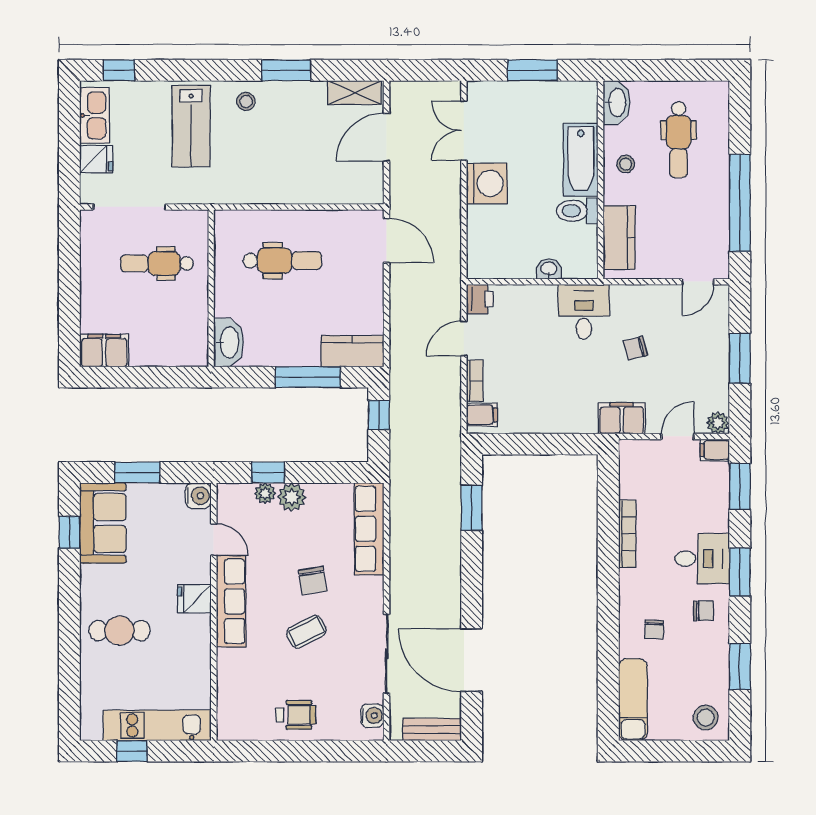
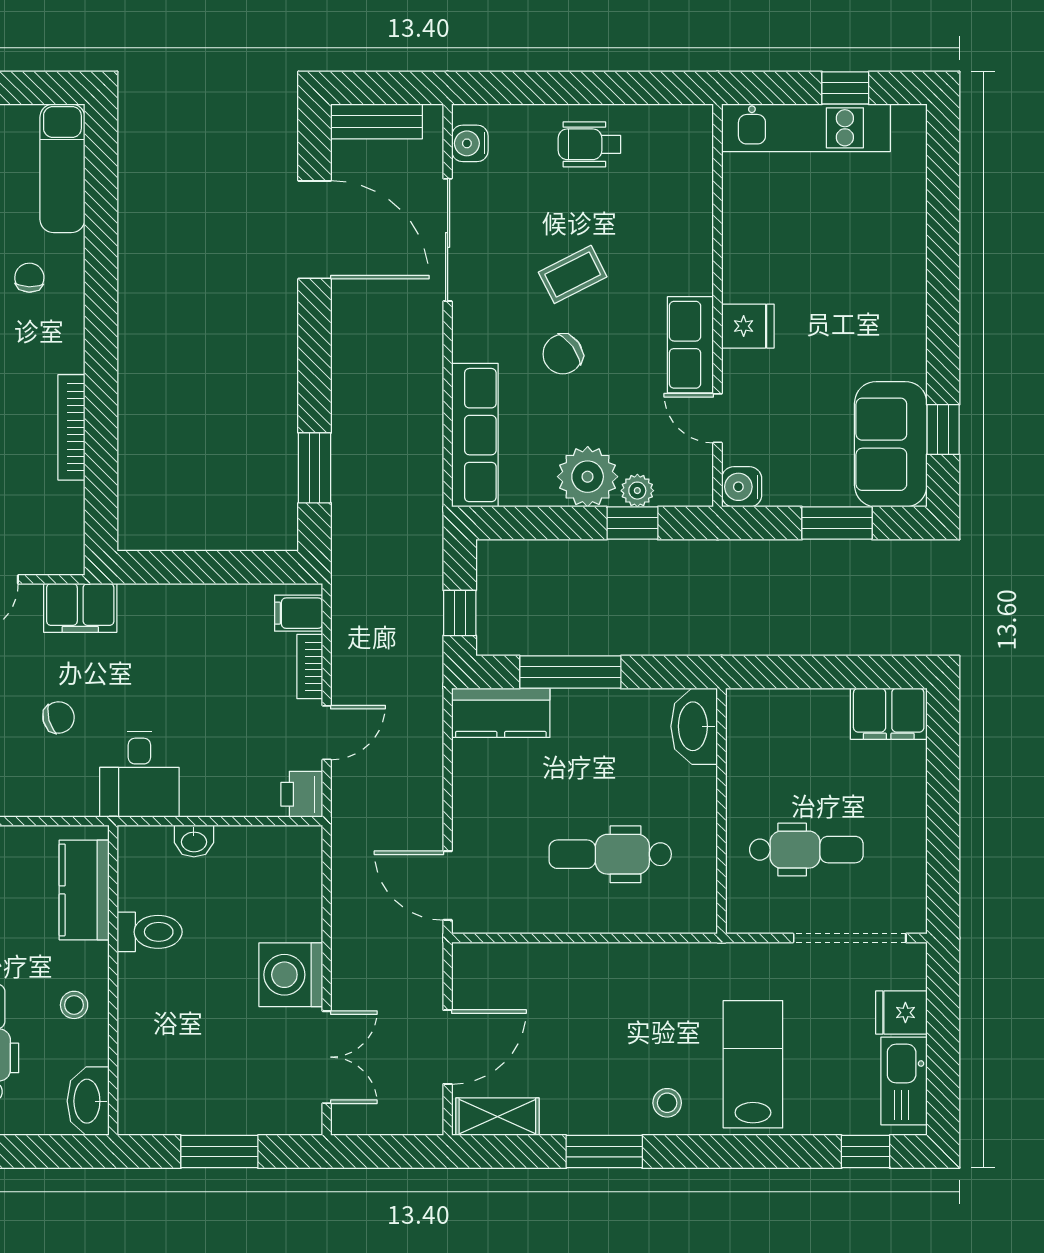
bathtub: (581, 160) -> (144, 1012), removed
plant: (292, 497) -> (588, 477), width x1.36, depth x1.36
chair: (313, 581) -> (563, 354), turned -117
row of seats: (231, 601) -> (690, 345), width x0.68
cafe table: (120, 631) -> (865, 276), removed

